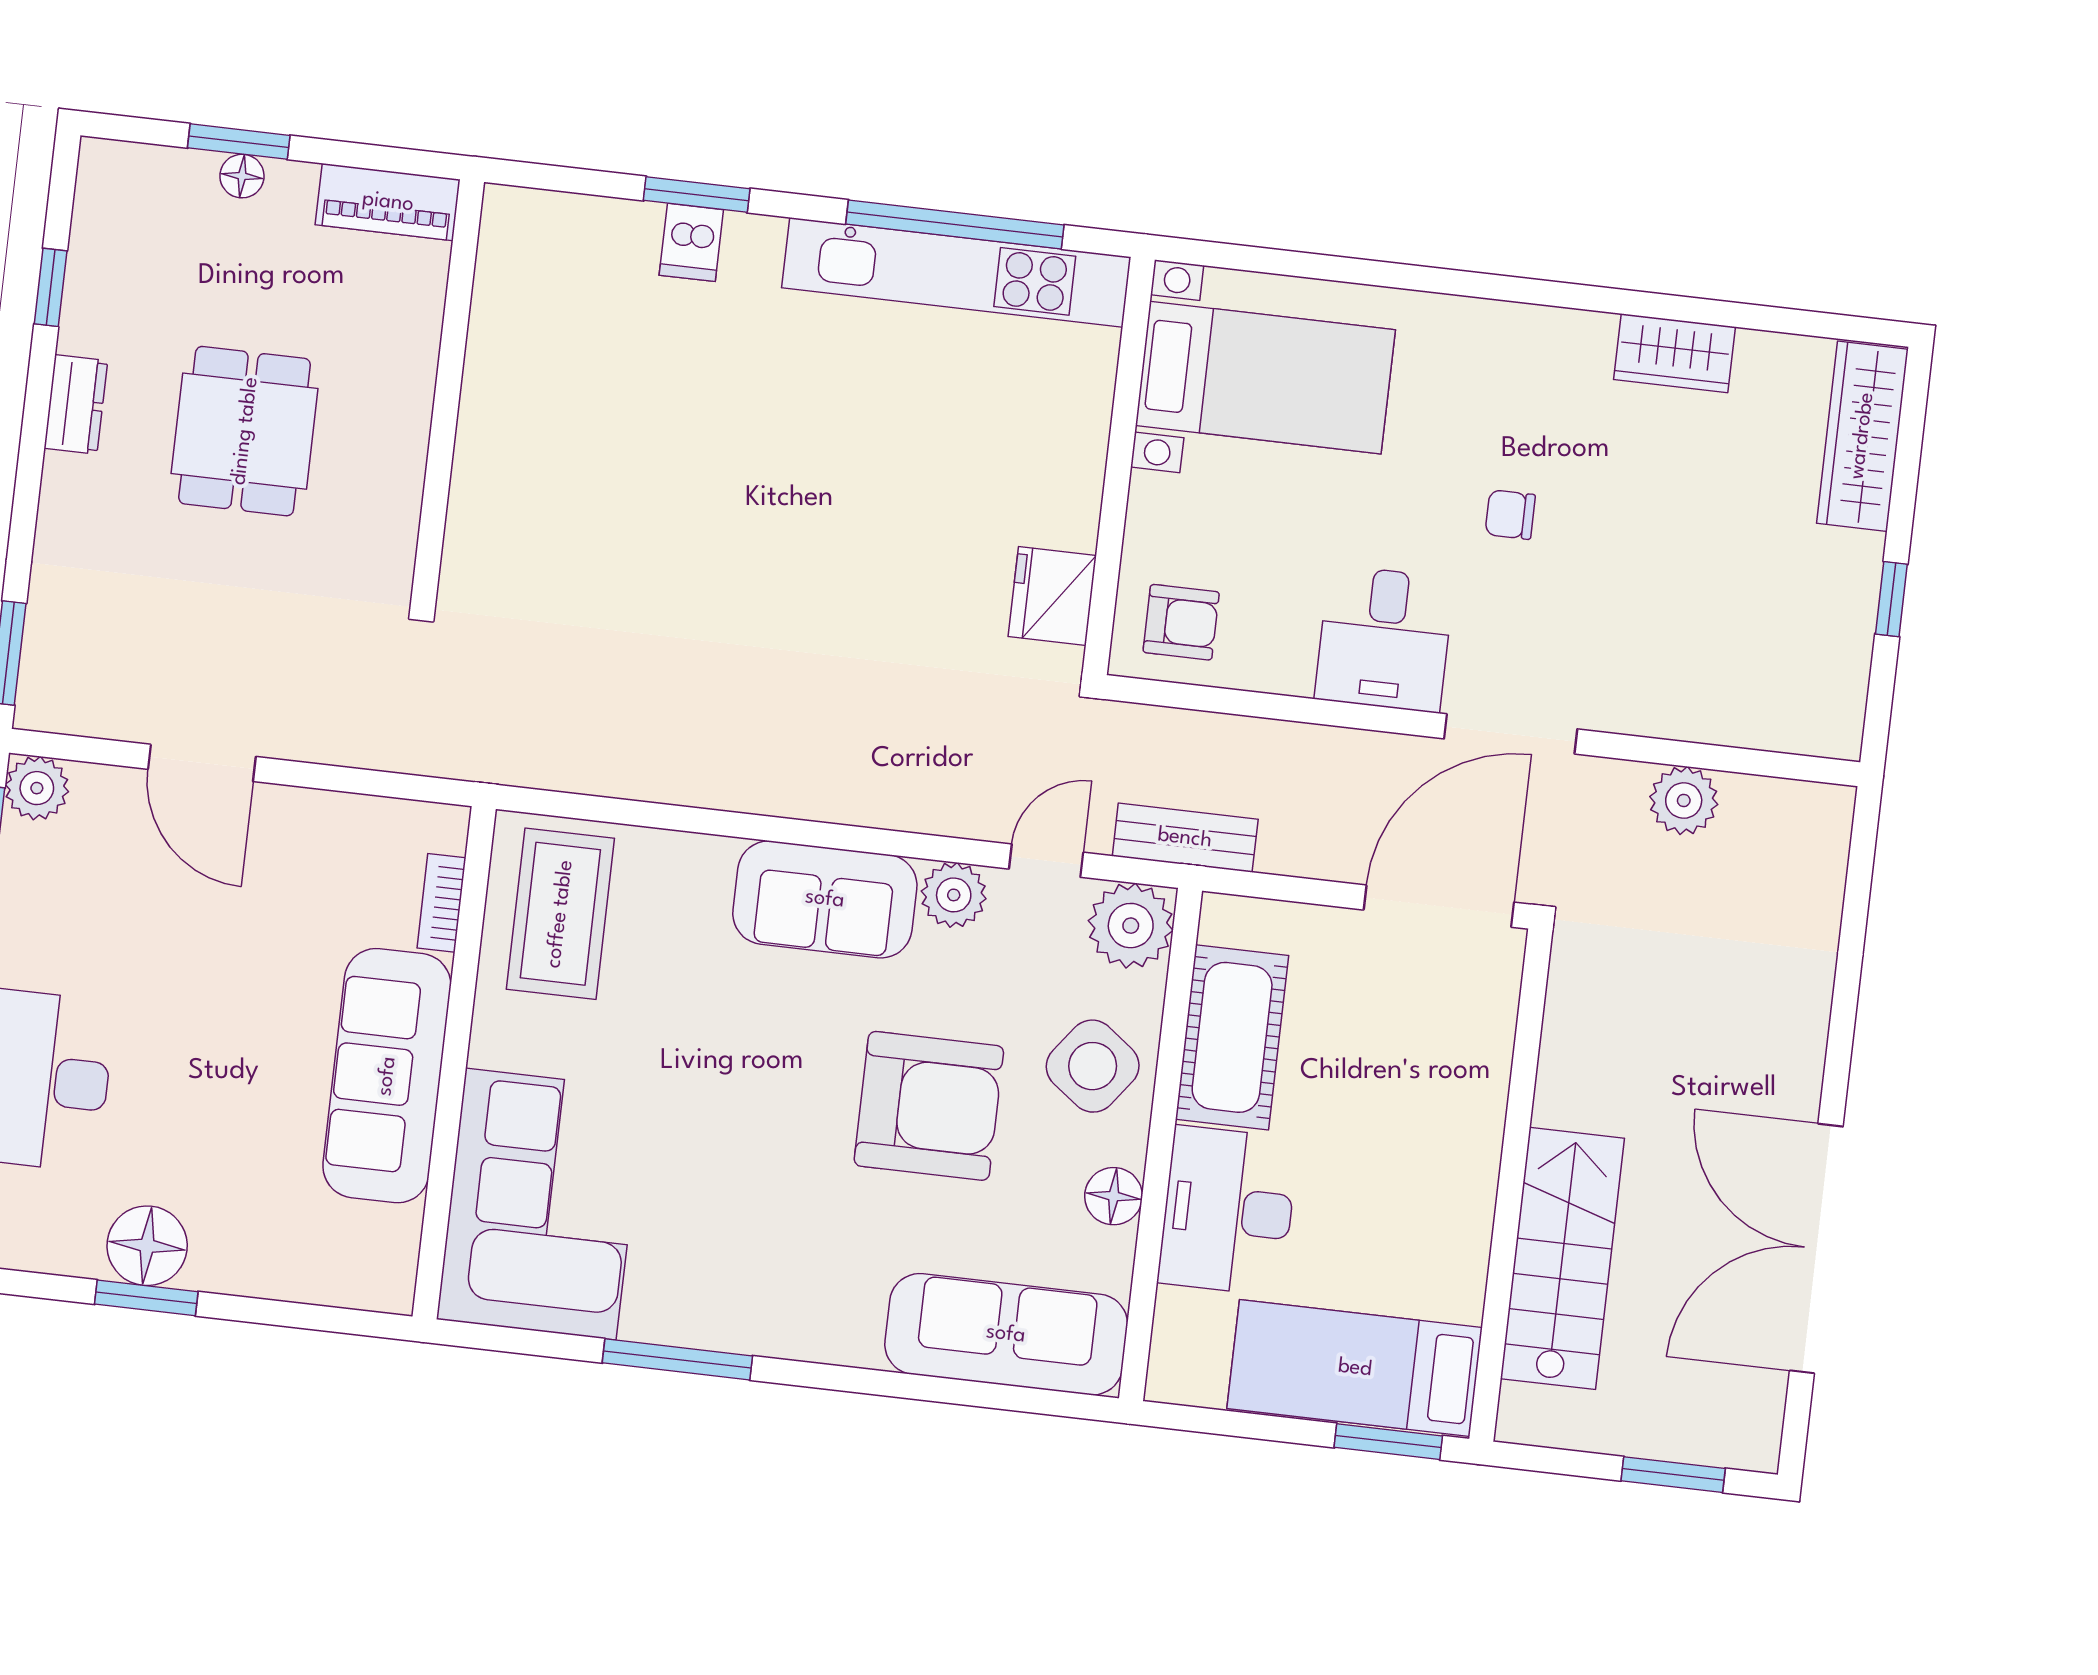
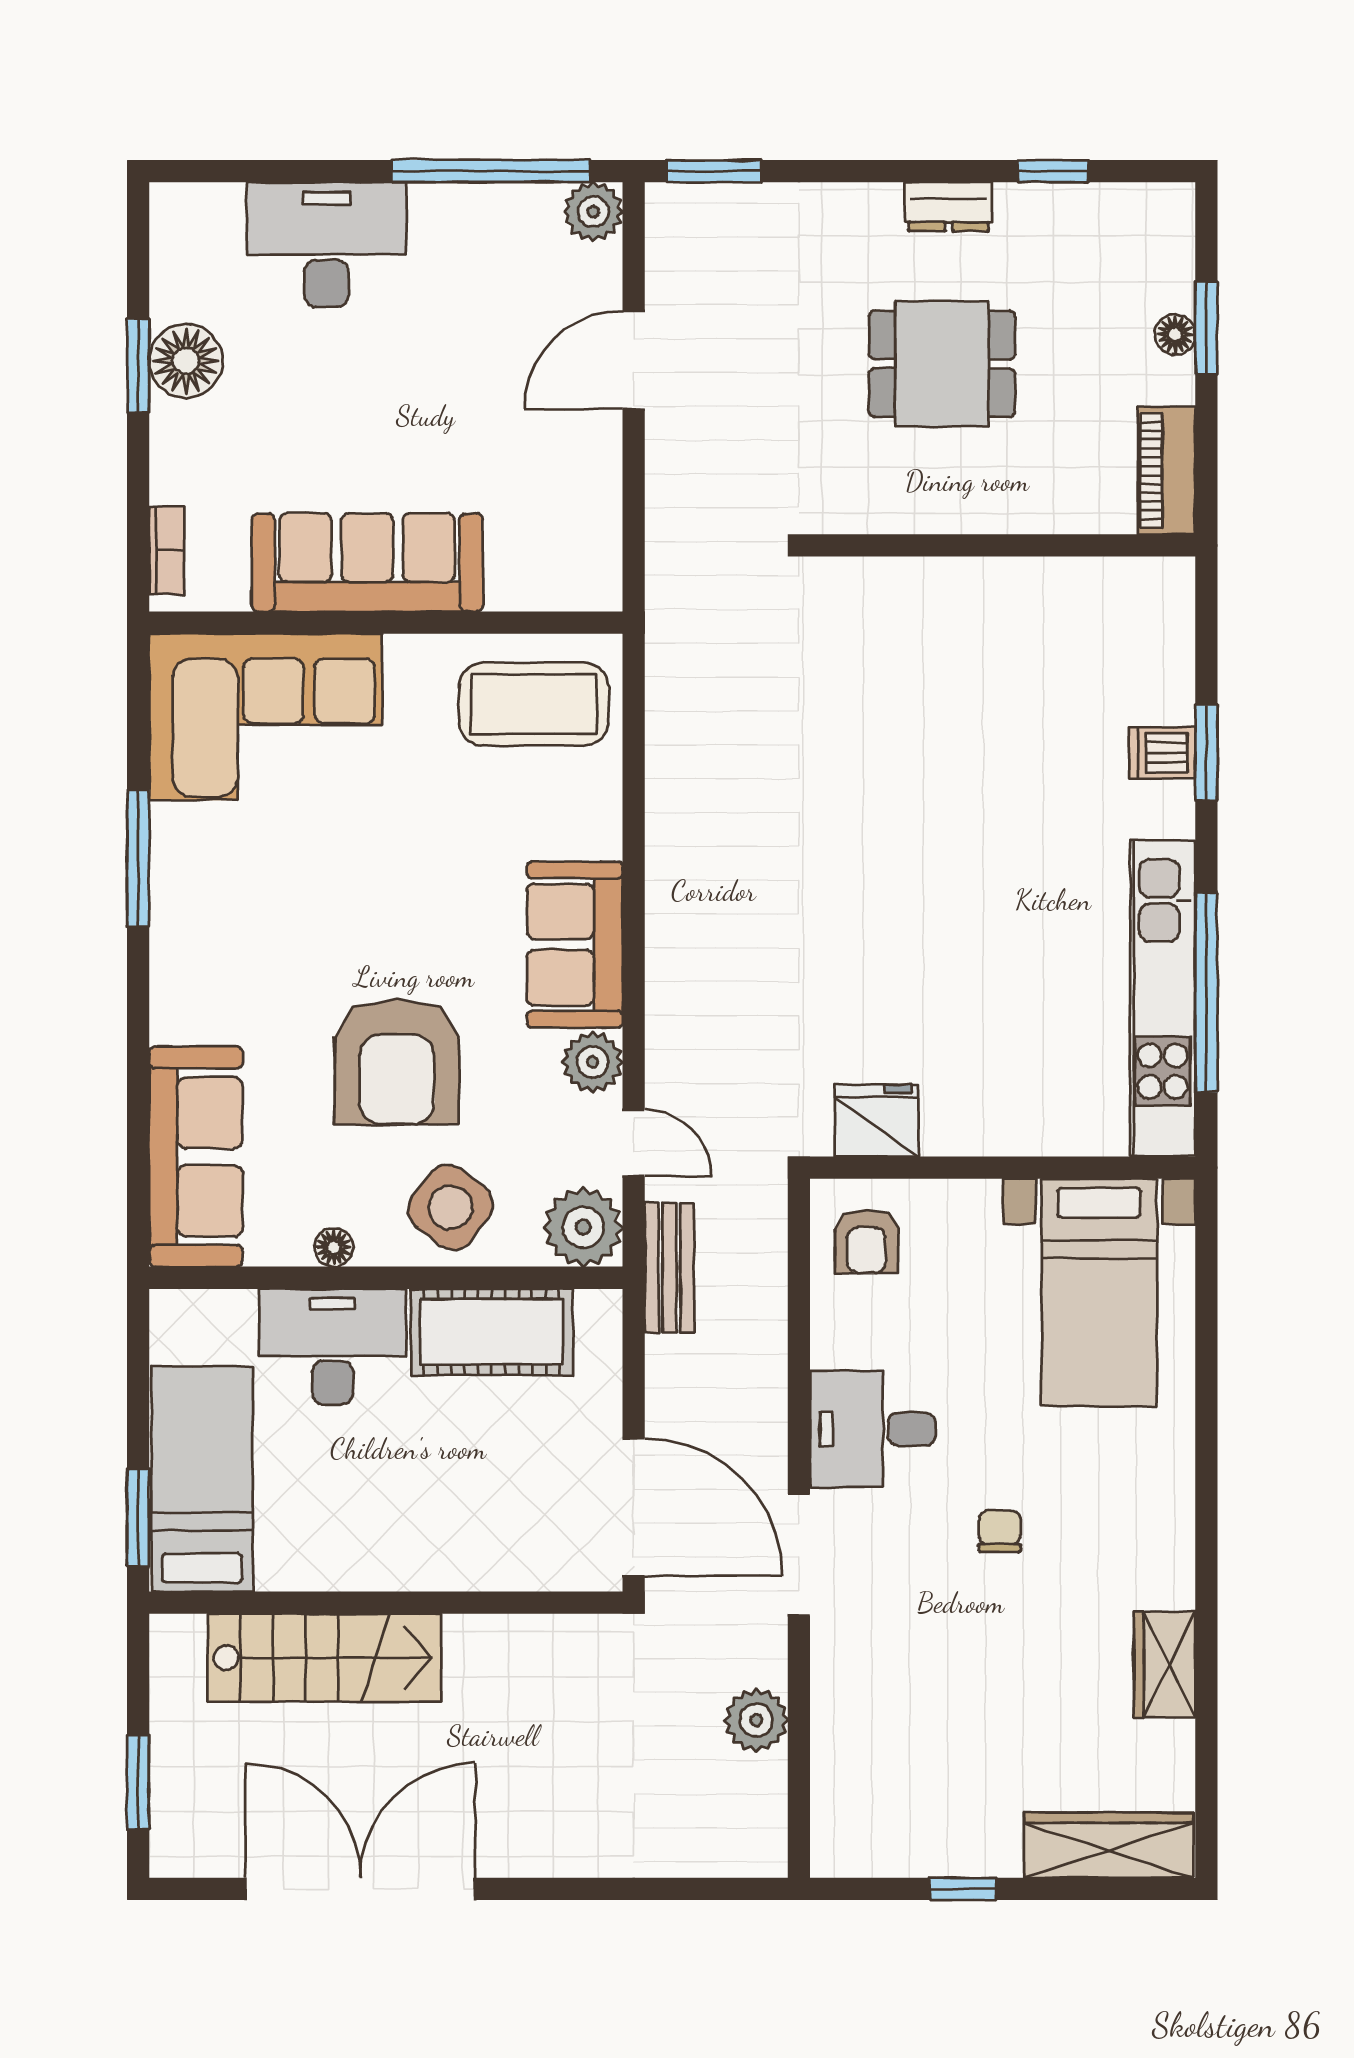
bookcase: (441, 903) -> (167, 550), moved, turned 90
floor lamp: (1114, 1196) -> (334, 1247), width x0.73, depth x0.73

